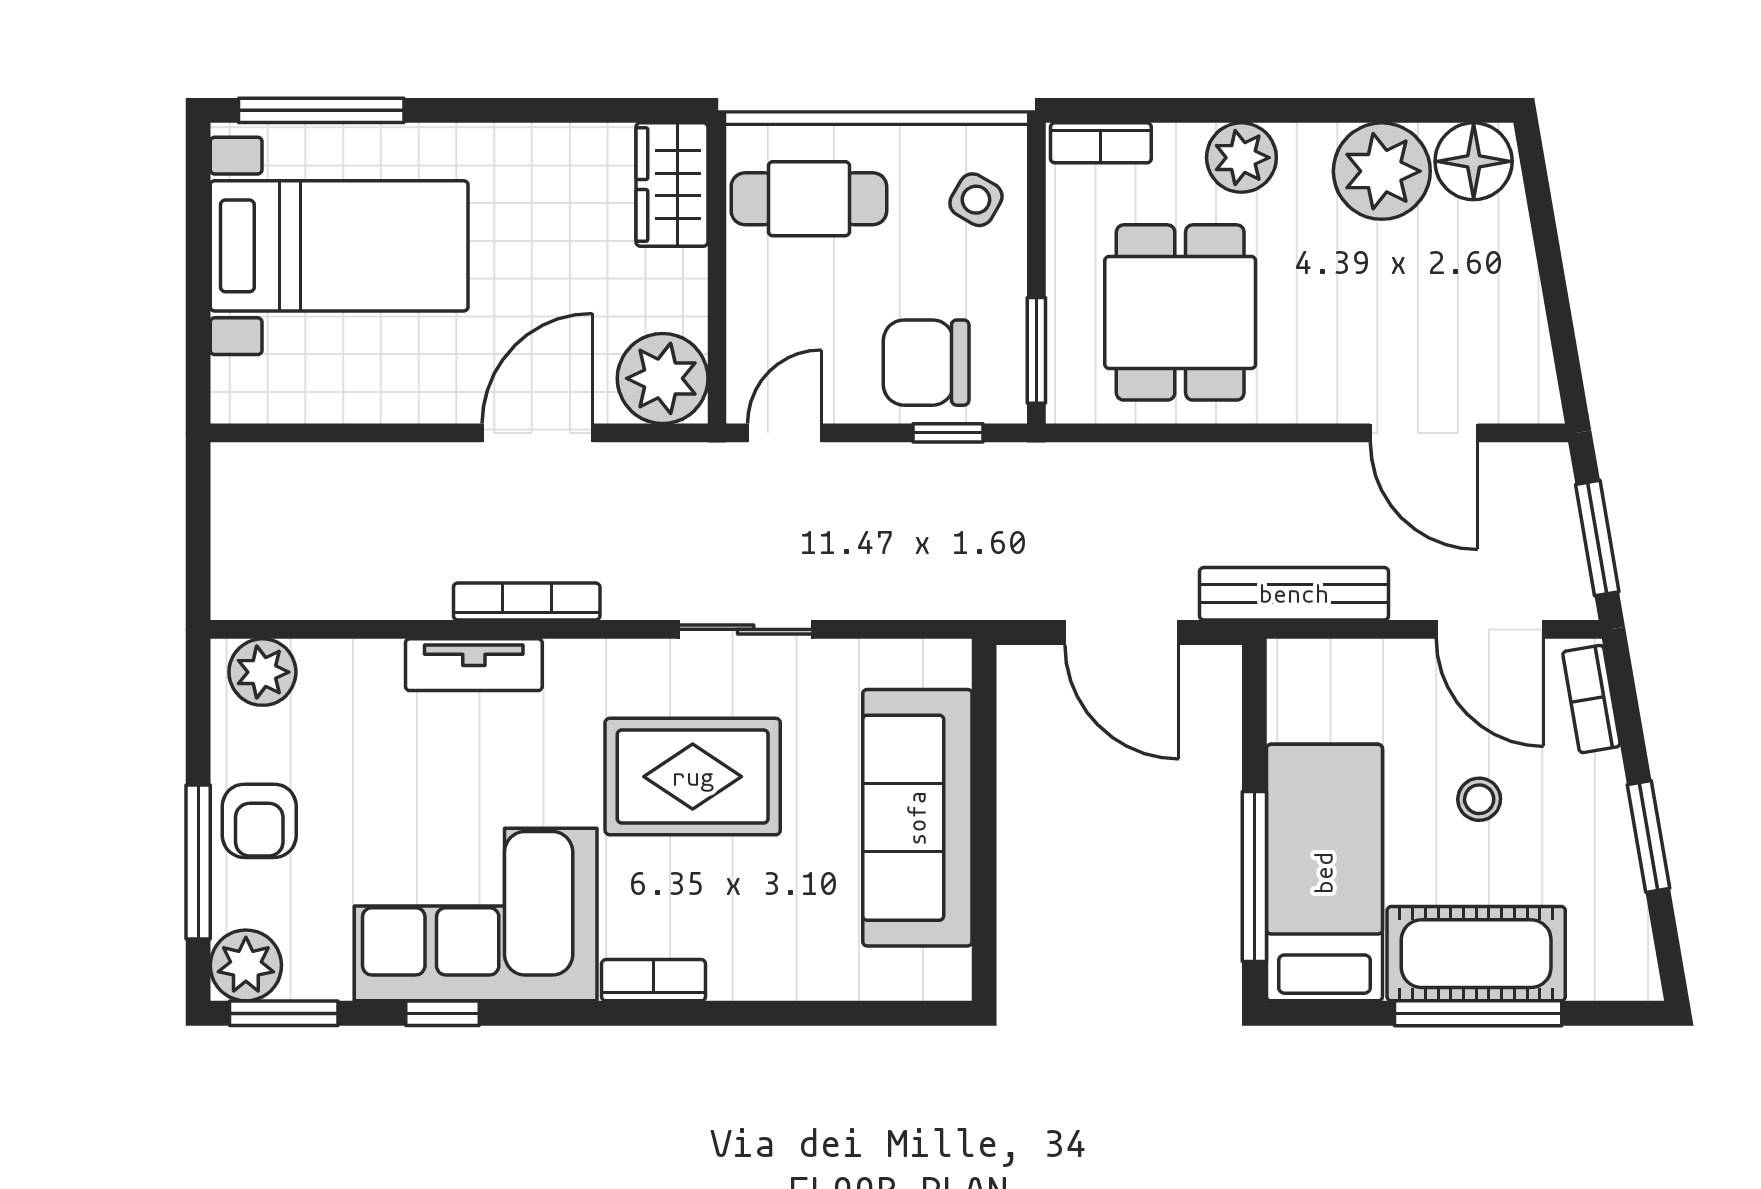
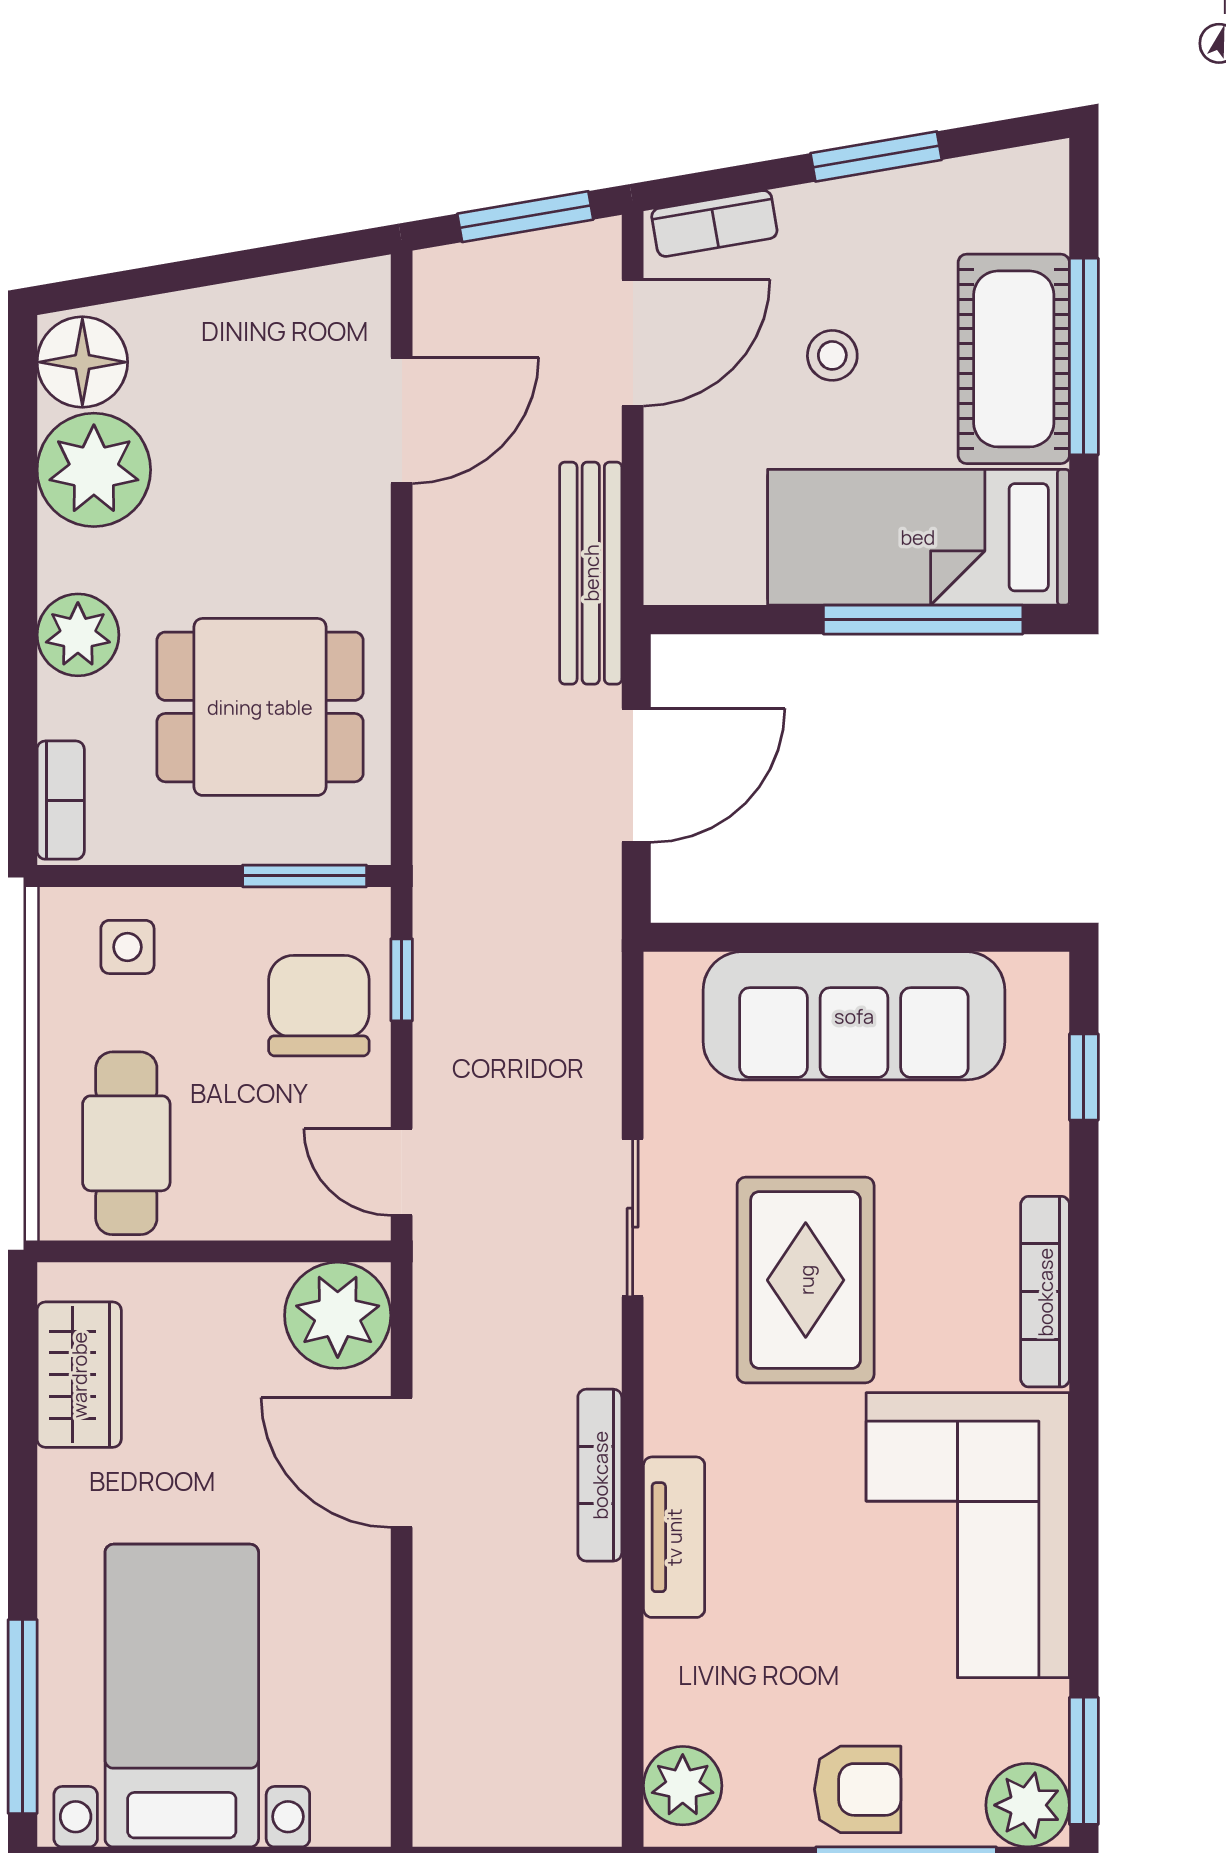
wardrobe: (672, 185) -> (79, 1375), moved, turned -90
side table: (976, 200) -> (127, 947), turned -30
chair: (926, 363) -> (319, 1006), turned 180
bookcase: (654, 980) -> (1045, 1292), width x1.56
window: (442, 1013) -> (1084, 1077), moved

